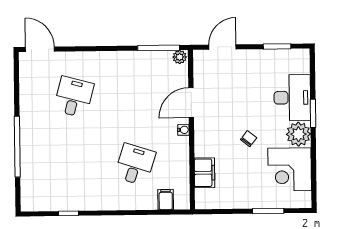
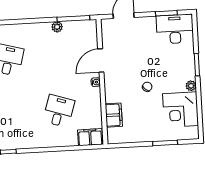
plant: (180, 57) -> (57, 27), moved
desk: (292, 98) -> (175, 29), moved, turned -90
plant: (298, 134) -> (191, 86), width x0.53, depth x0.53
filing cabinet: (166, 200) -> (90, 137), width x2.00

